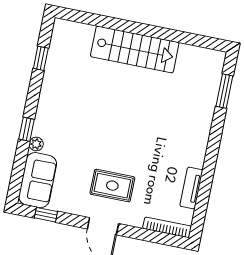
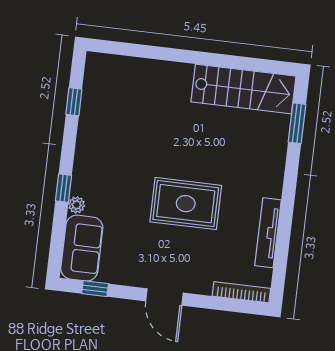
stairs: (135, 49) -> (243, 89), moved
rug: (112, 186) -> (186, 204), moved, width x1.36, depth x1.43
tv unit: (191, 188) -> (268, 233), width x1.41

